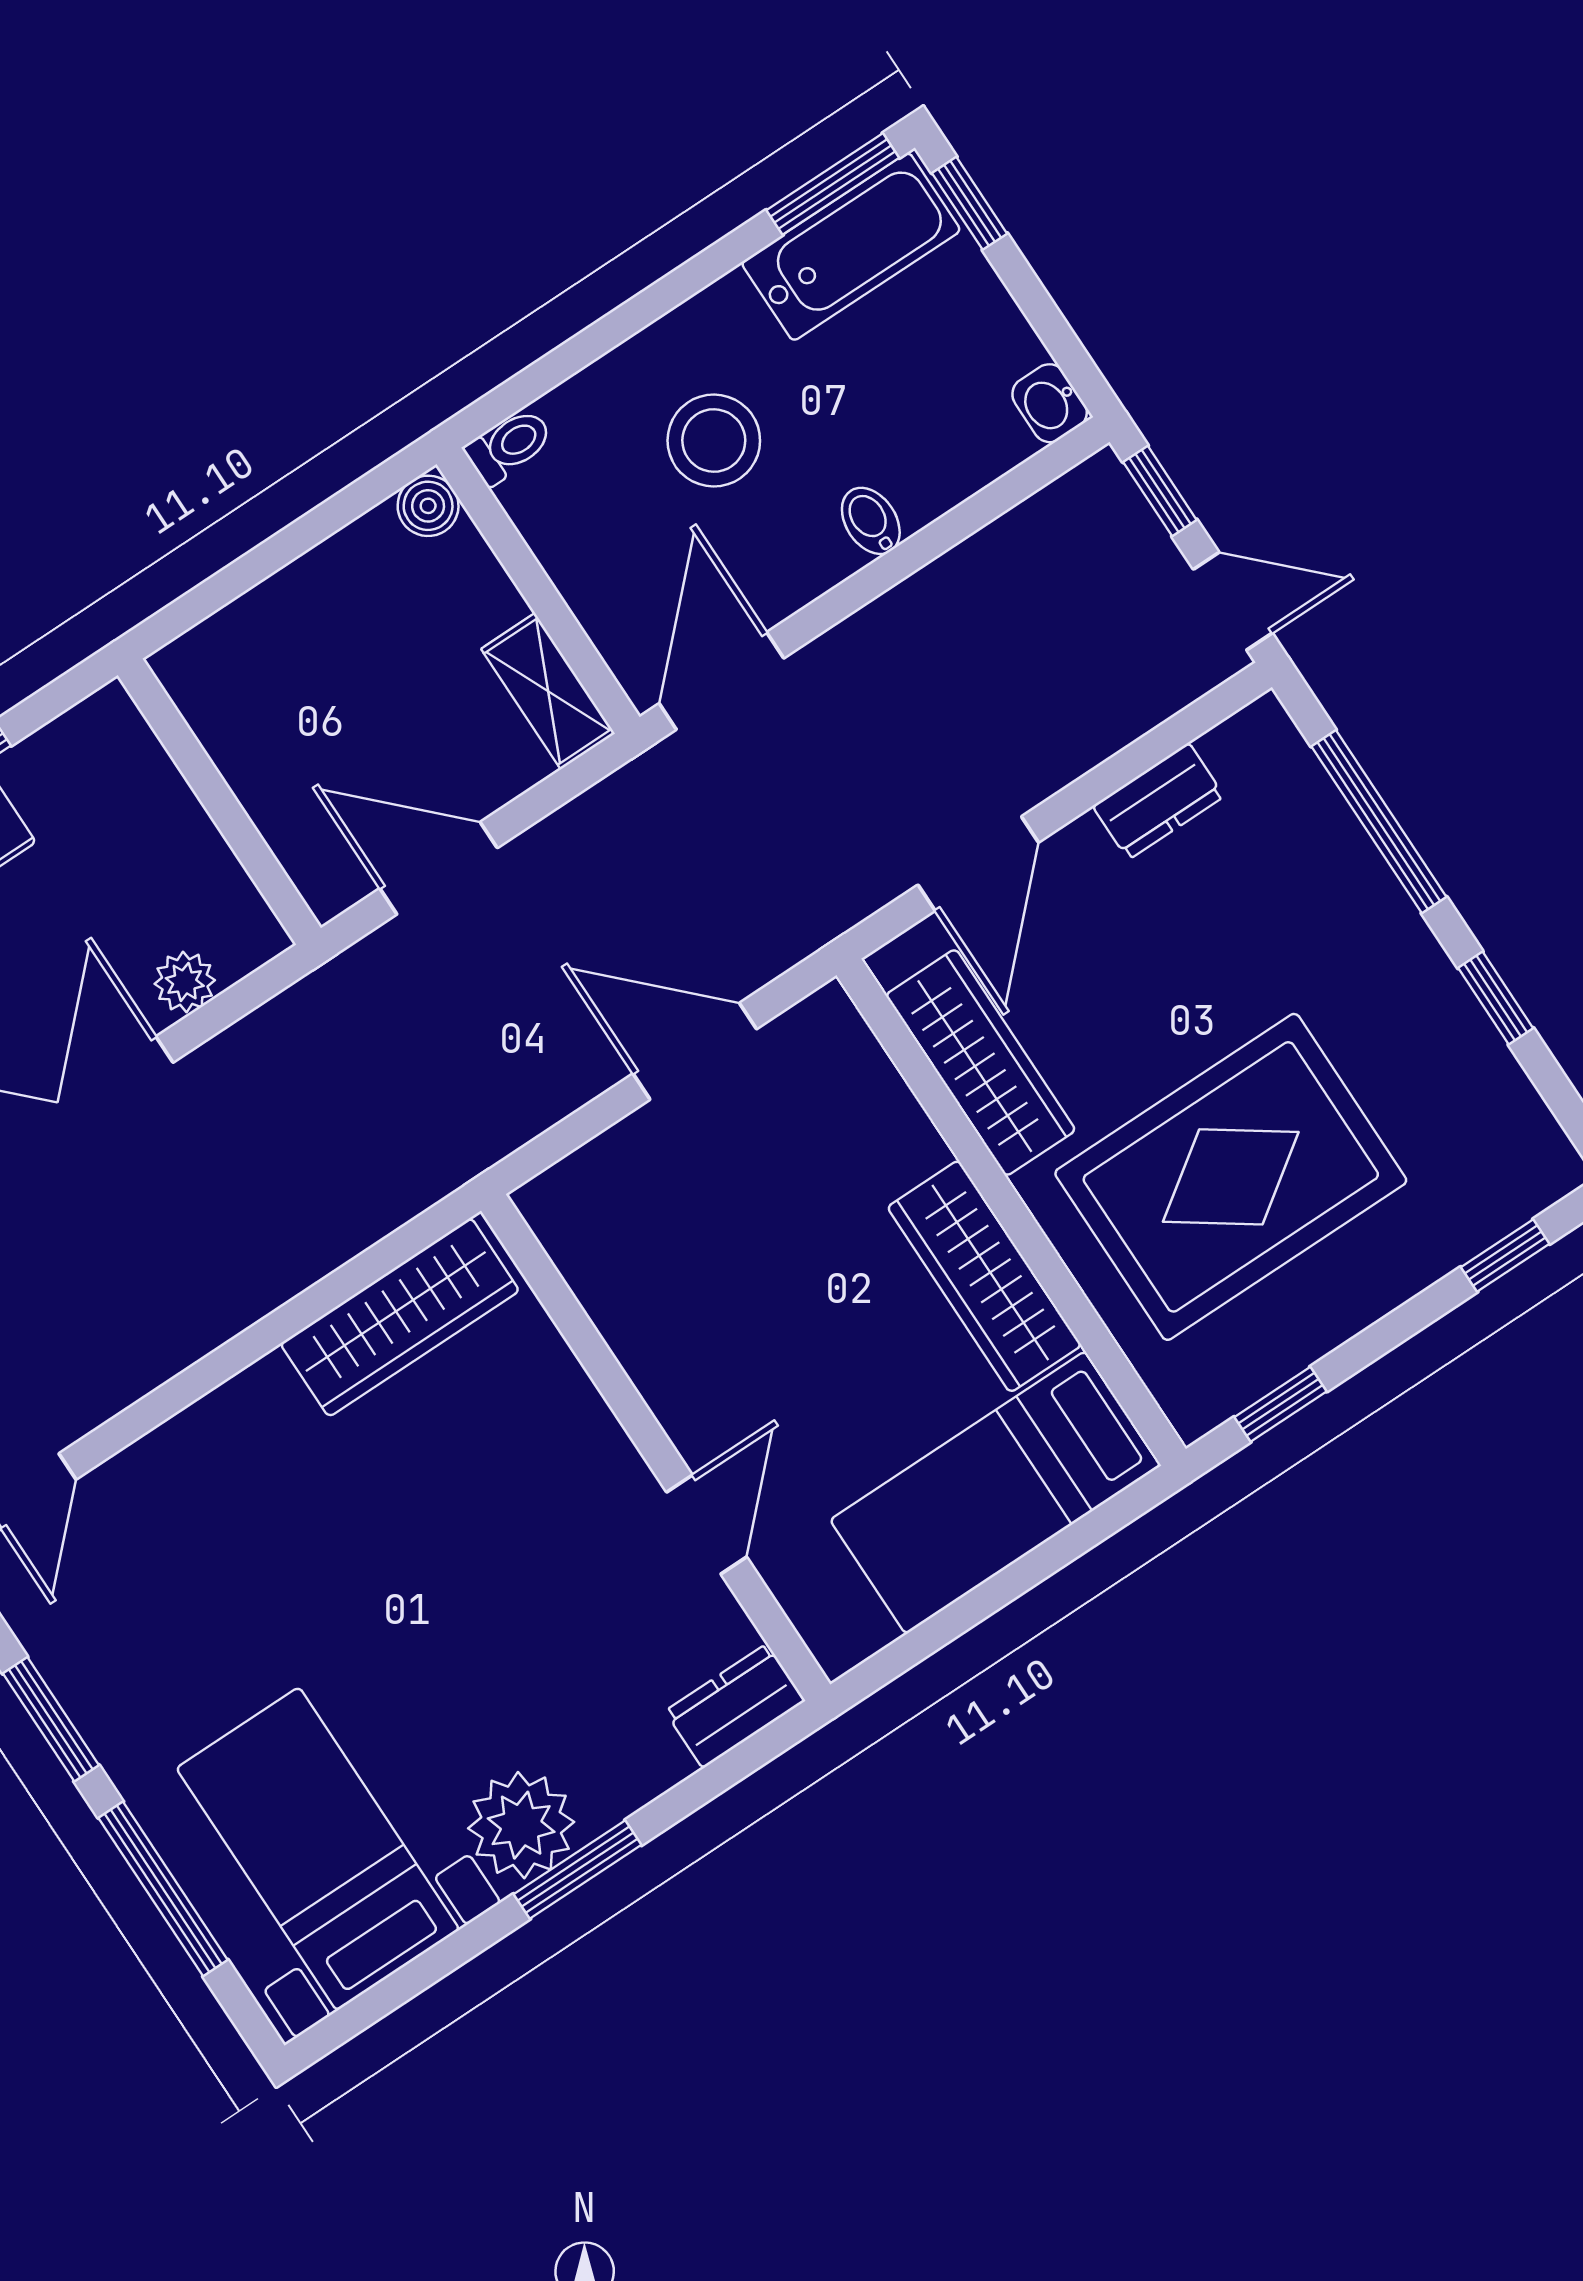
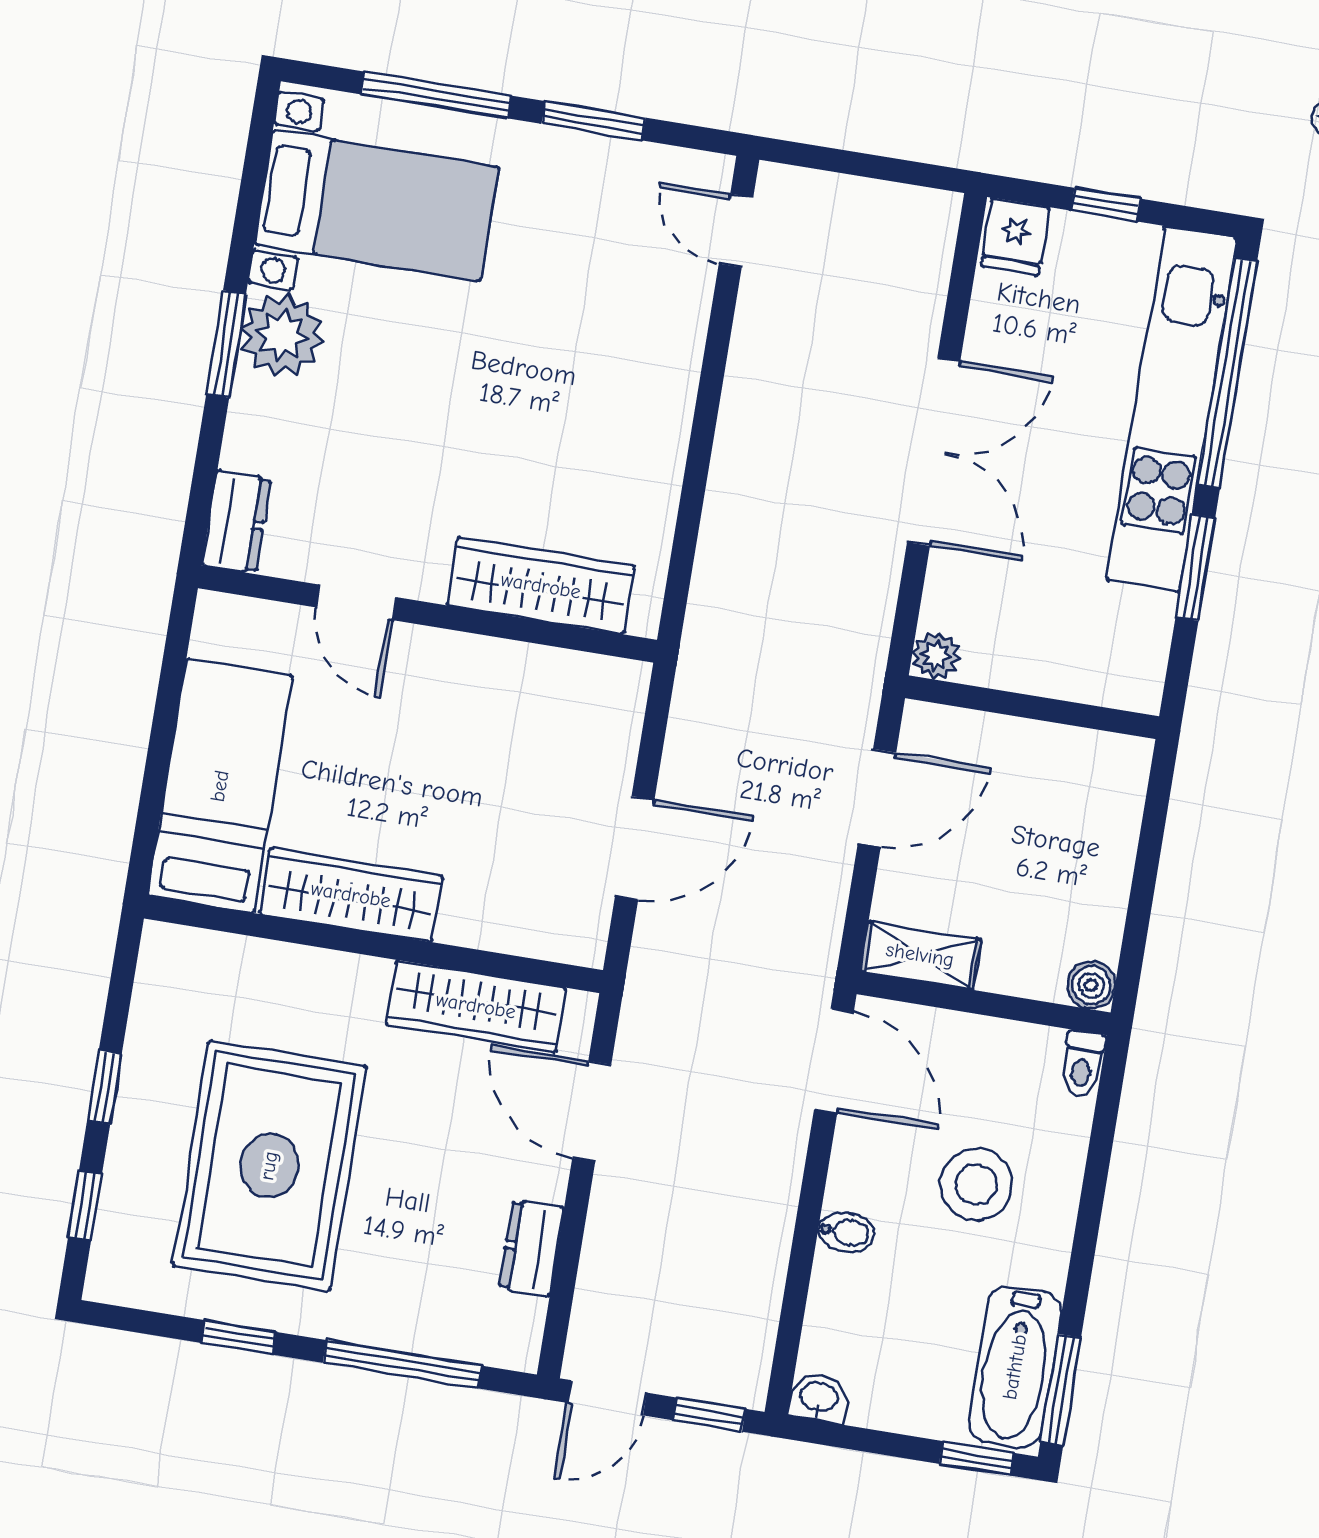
plant: (185, 982) -> (936, 656), moved
rug: (1231, 1177) -> (269, 1166), moved
wardrobe: (400, 1317) -> (541, 586), moved, turned 90
window: (1280, 1404) -> (104, 1087), moved

